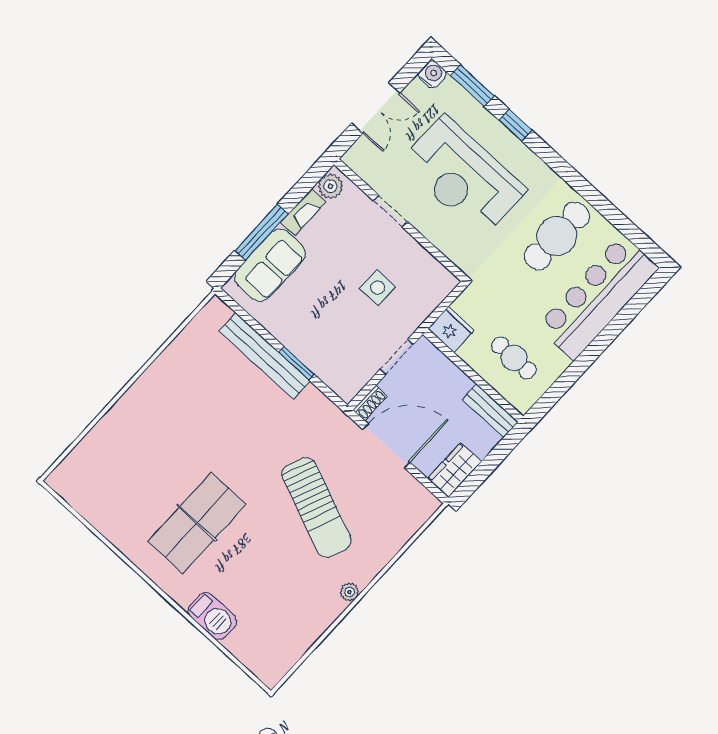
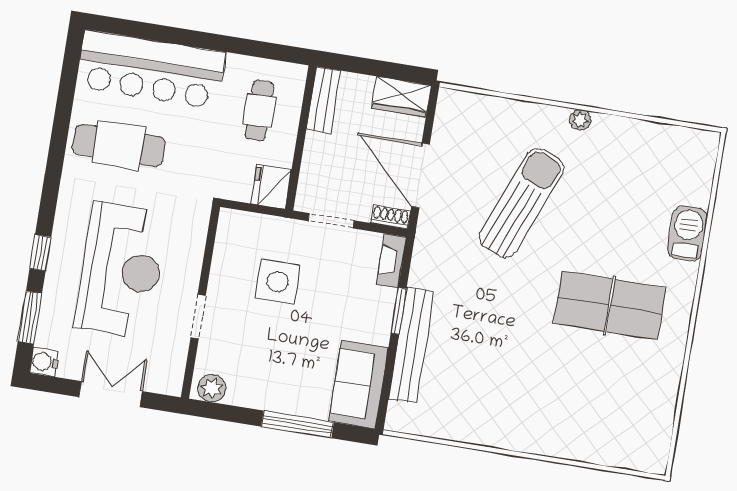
fireplace: (303, 212) -> (391, 261), moved, turned -90
sofa: (270, 265) -> (358, 384), moved, turned -90
side table: (378, 288) -> (278, 282), width x1.37, depth x1.37

